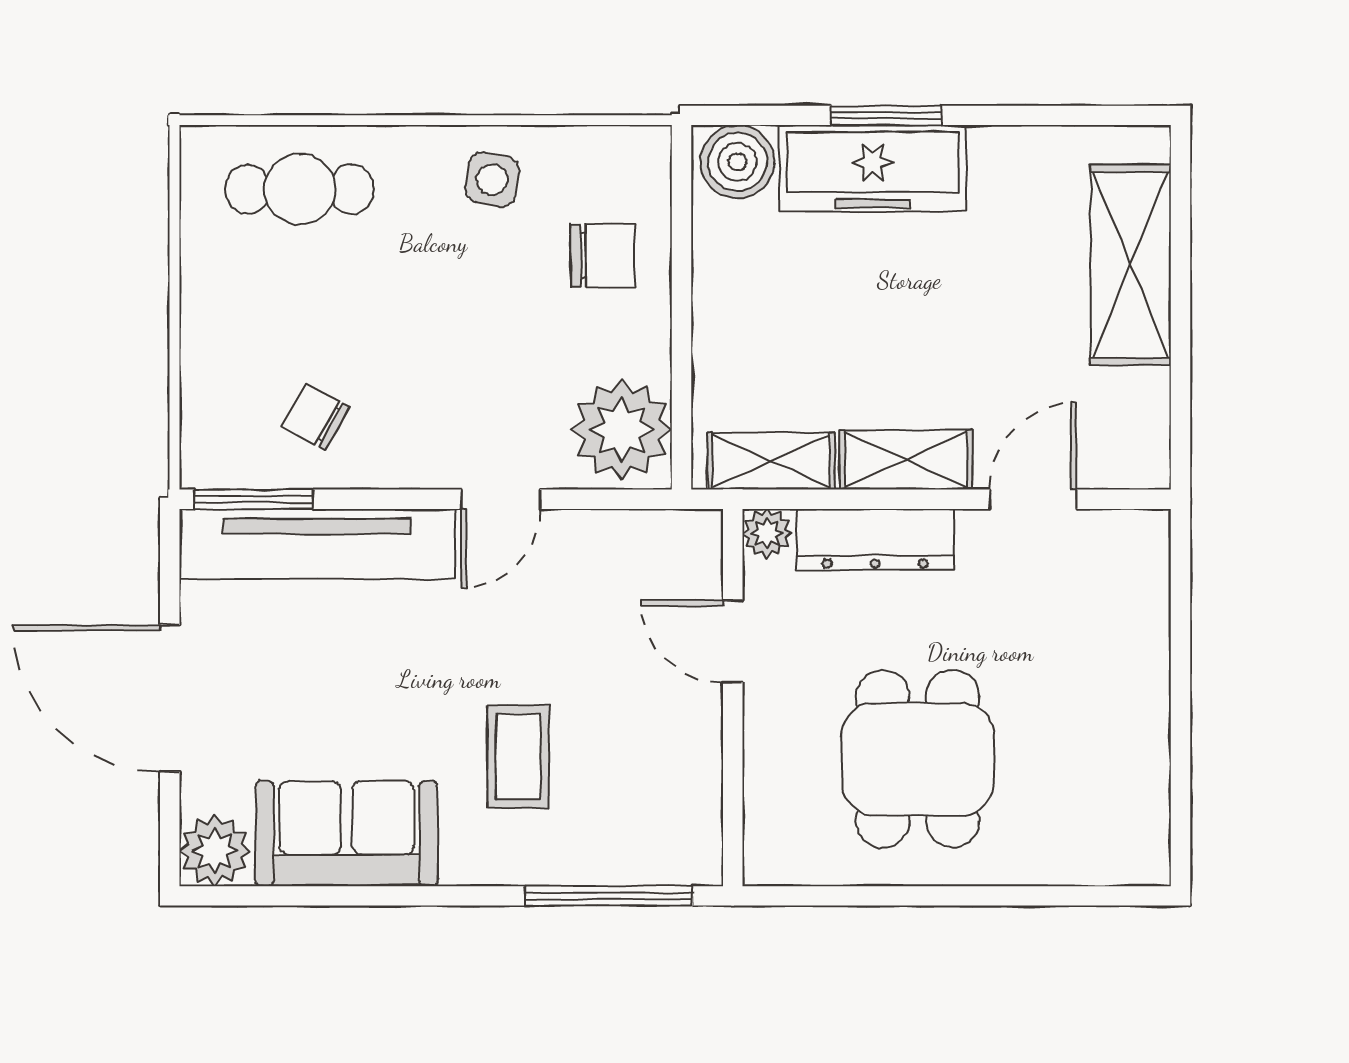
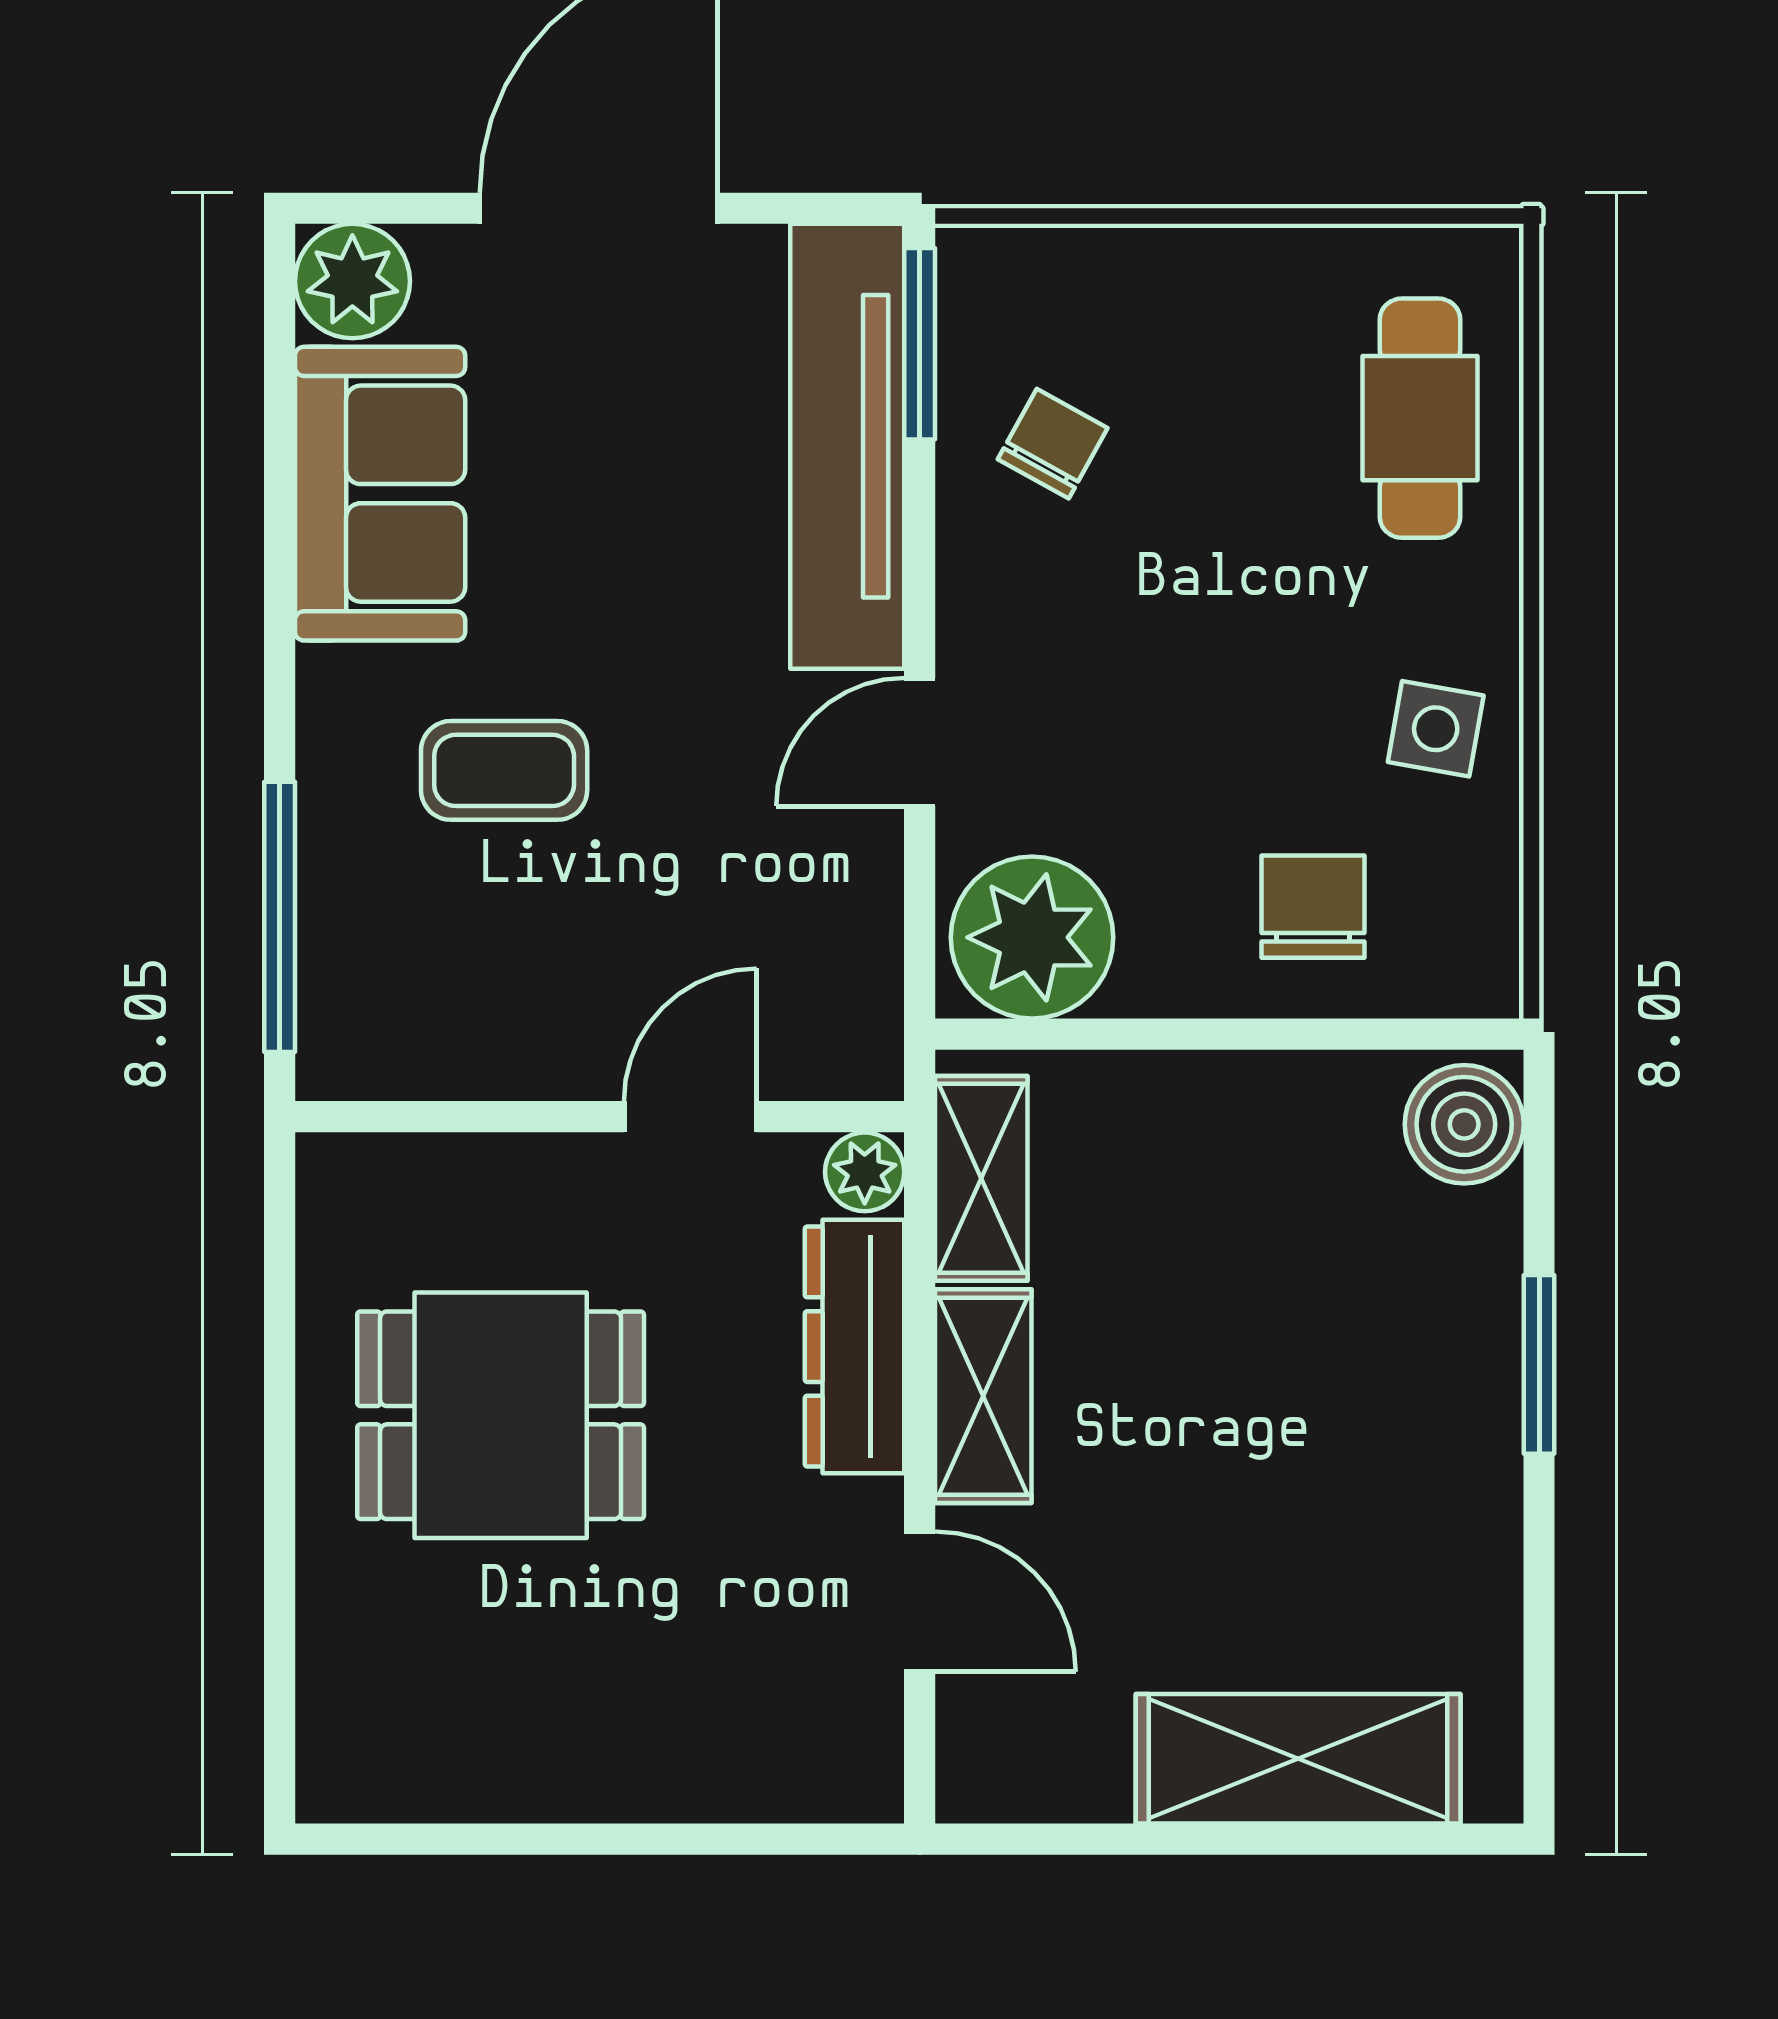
freezer: (873, 168) -> (1454, 1343), removed
chair: (602, 255) -> (1313, 907), turned 180
door: (501, 499) -> (920, 742), hinge flipped

